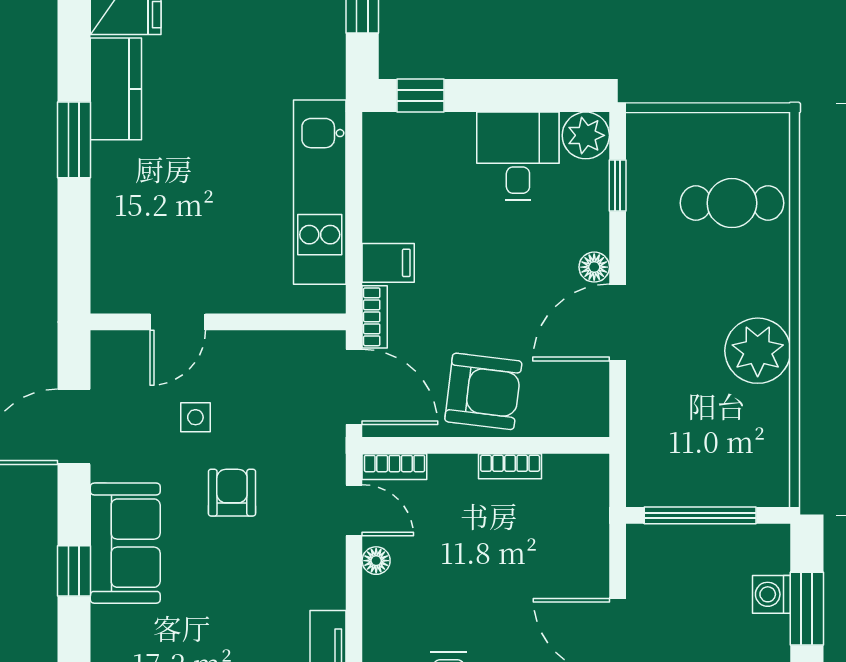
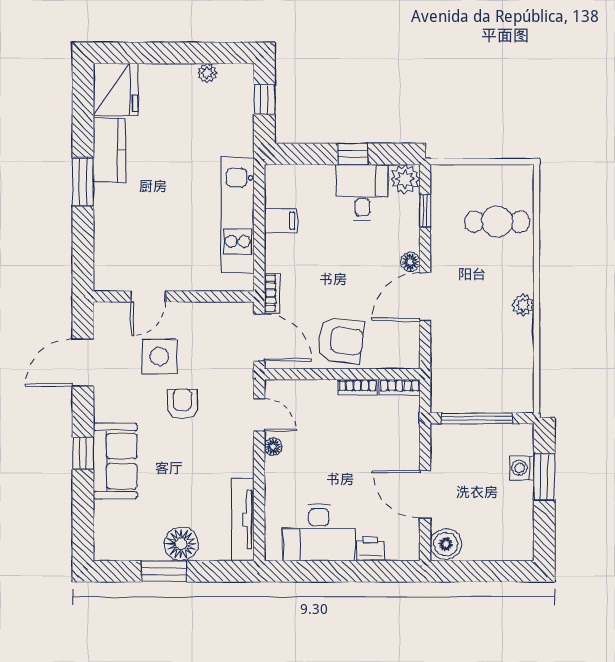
window: (421, 95) -> (352, 154), moved
filing cabinet: (388, 263) -> (281, 221), moved
plant: (758, 351) -> (523, 305), width x0.53, depth x0.53
side table: (195, 417) -> (159, 356), width x1.87, depth x1.87
bookcase: (394, 467) -> (400, 388), moved
sofa: (125, 543) -> (115, 461), moved

